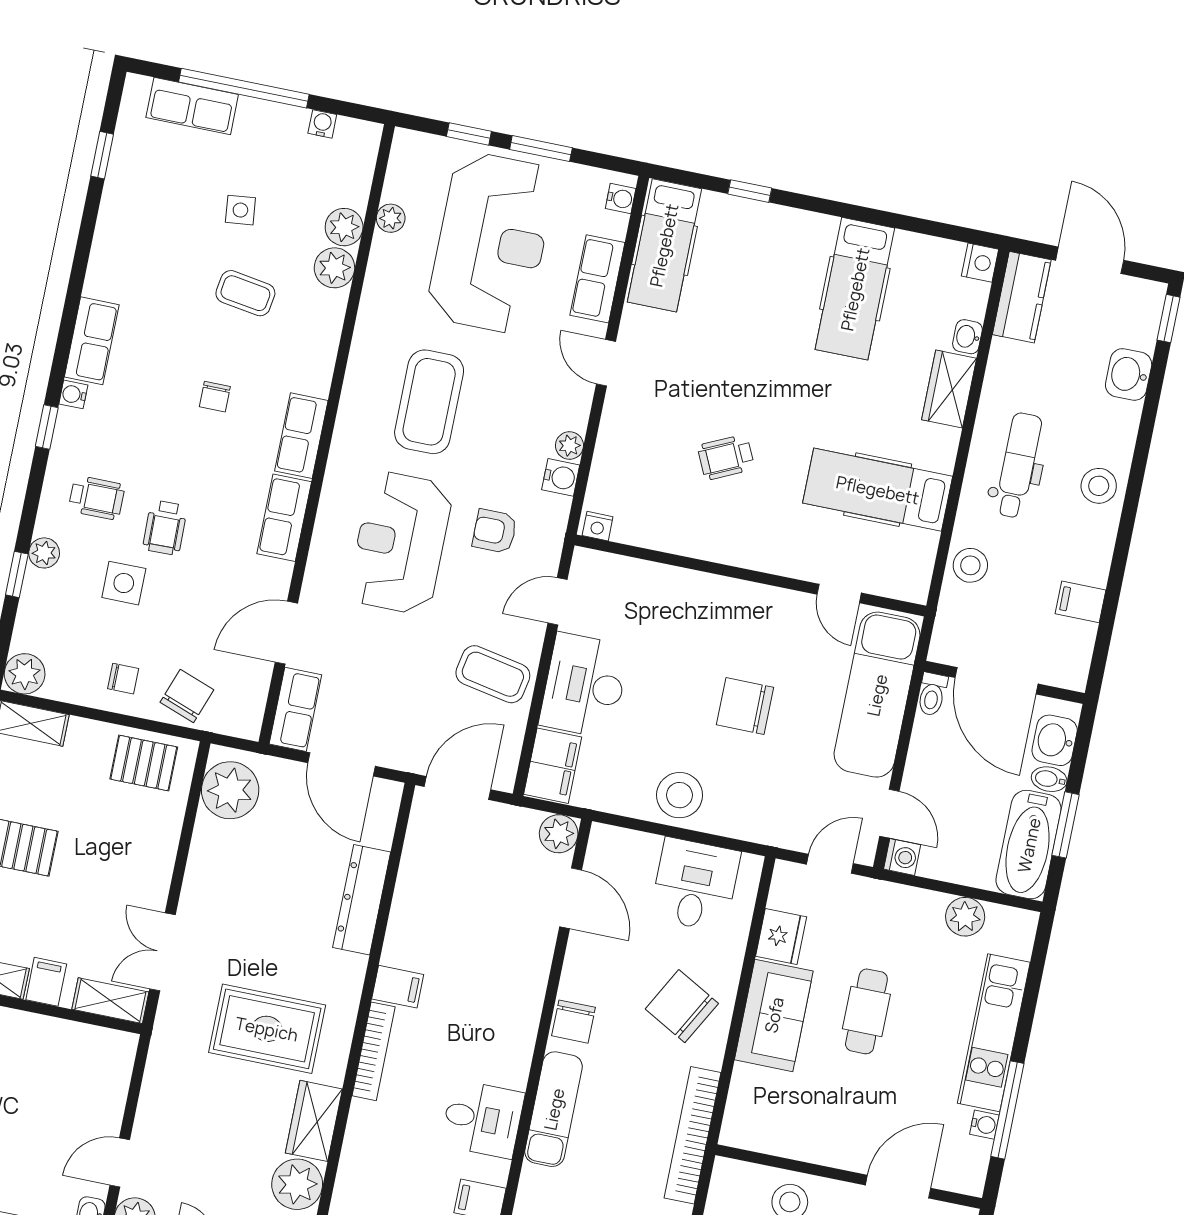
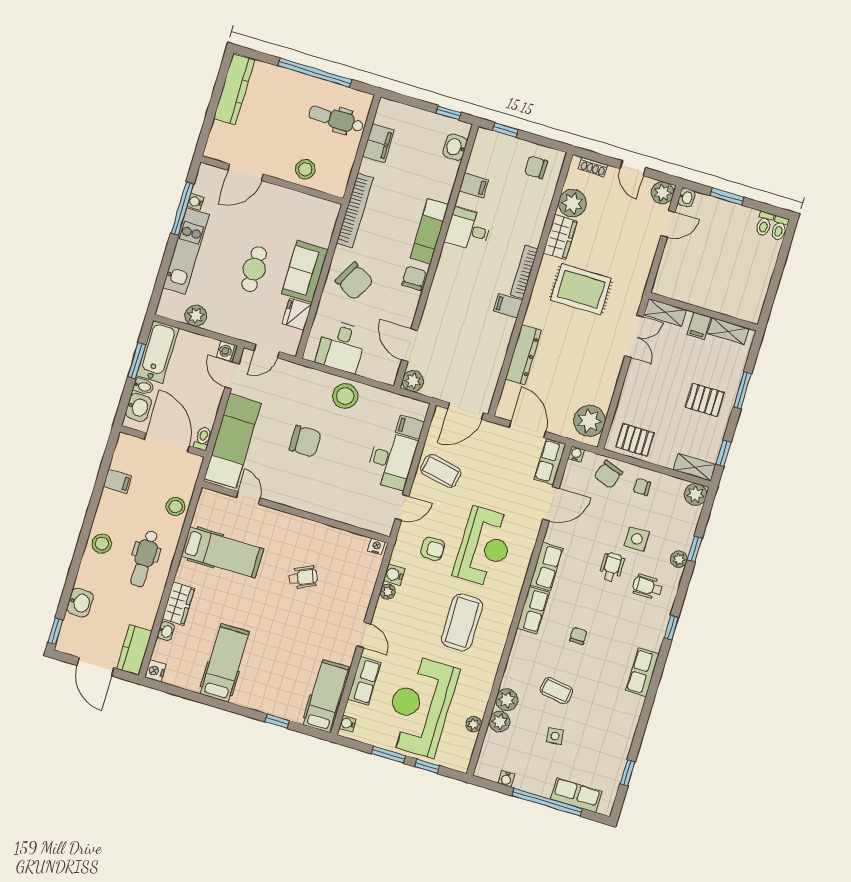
water cooler: (73, 394) -> (576, 454), moved, turned -90
filing cabinet: (553, 766) -> (410, 427), width x0.50

